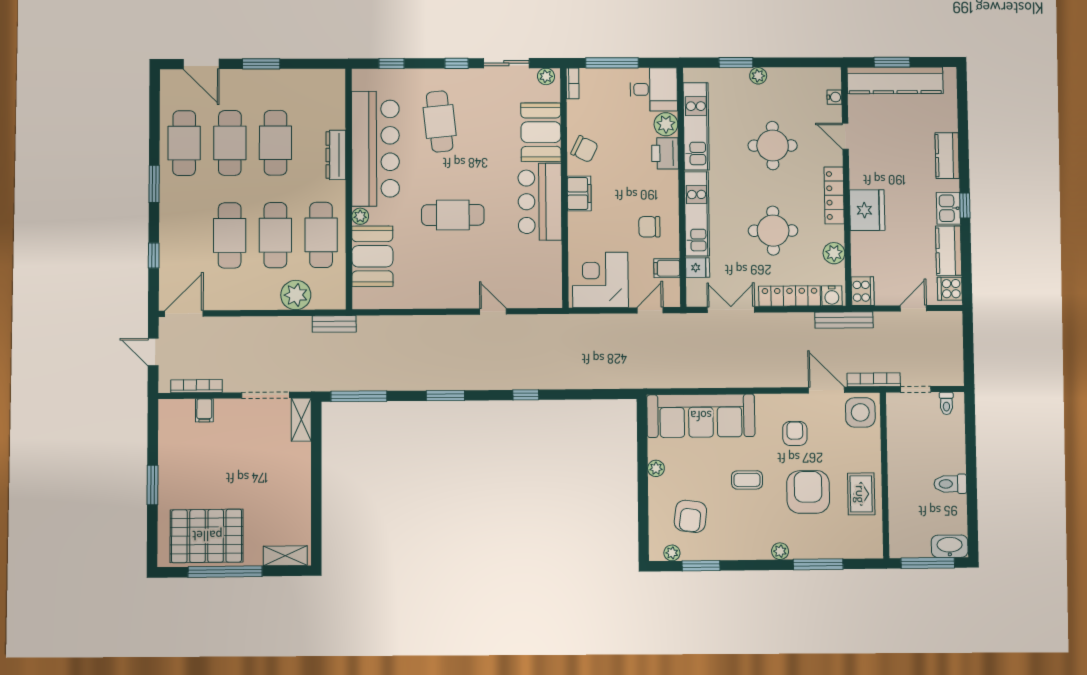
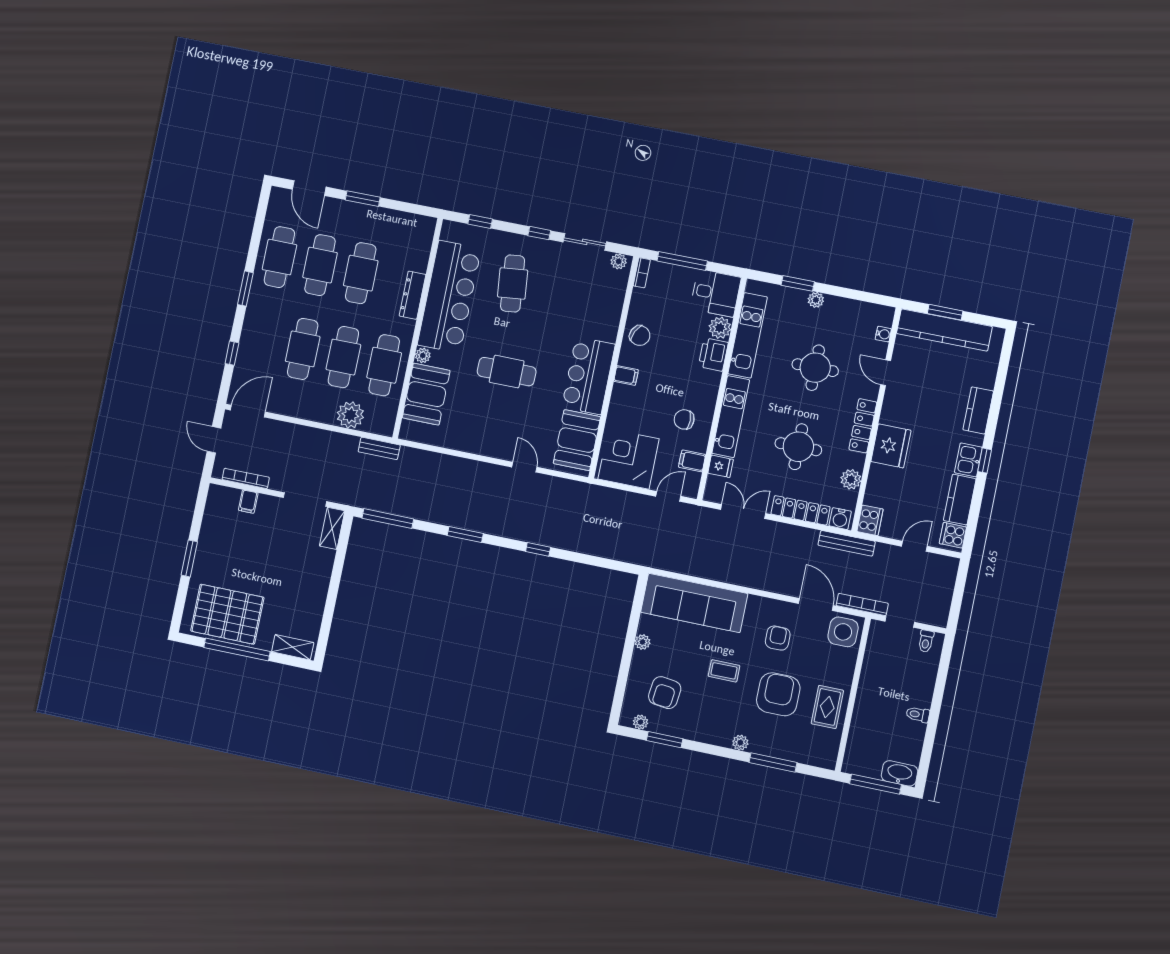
booth: (541, 132) -> (577, 440), moved
filing cabinet: (579, 193) -> (626, 376), width x0.50
toilet: (950, 484) -> (918, 715), width x0.73, depth x0.72

